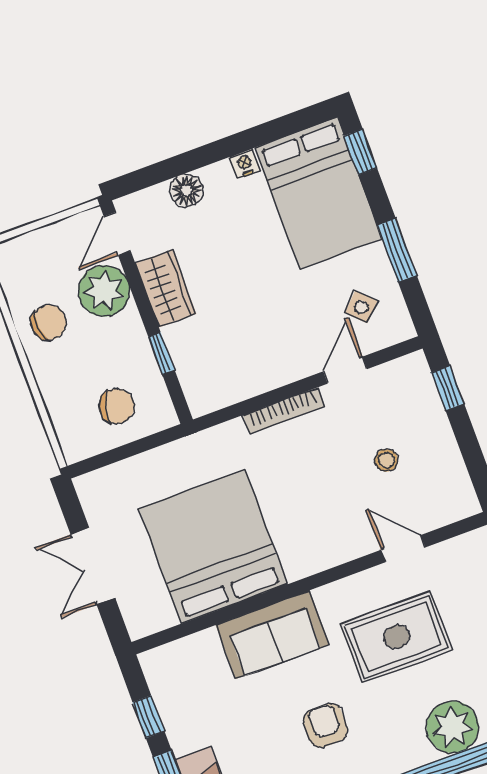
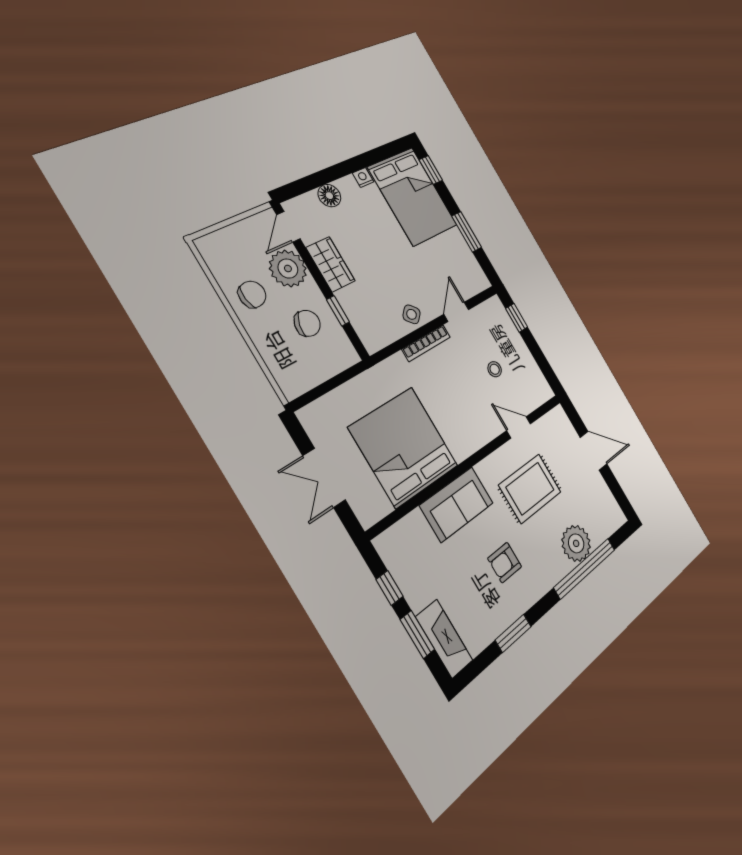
side table: (361, 307) -> (412, 314), moved
chair: (117, 406) -> (307, 323), moved
armchair: (325, 725) -> (505, 563), turned -90

